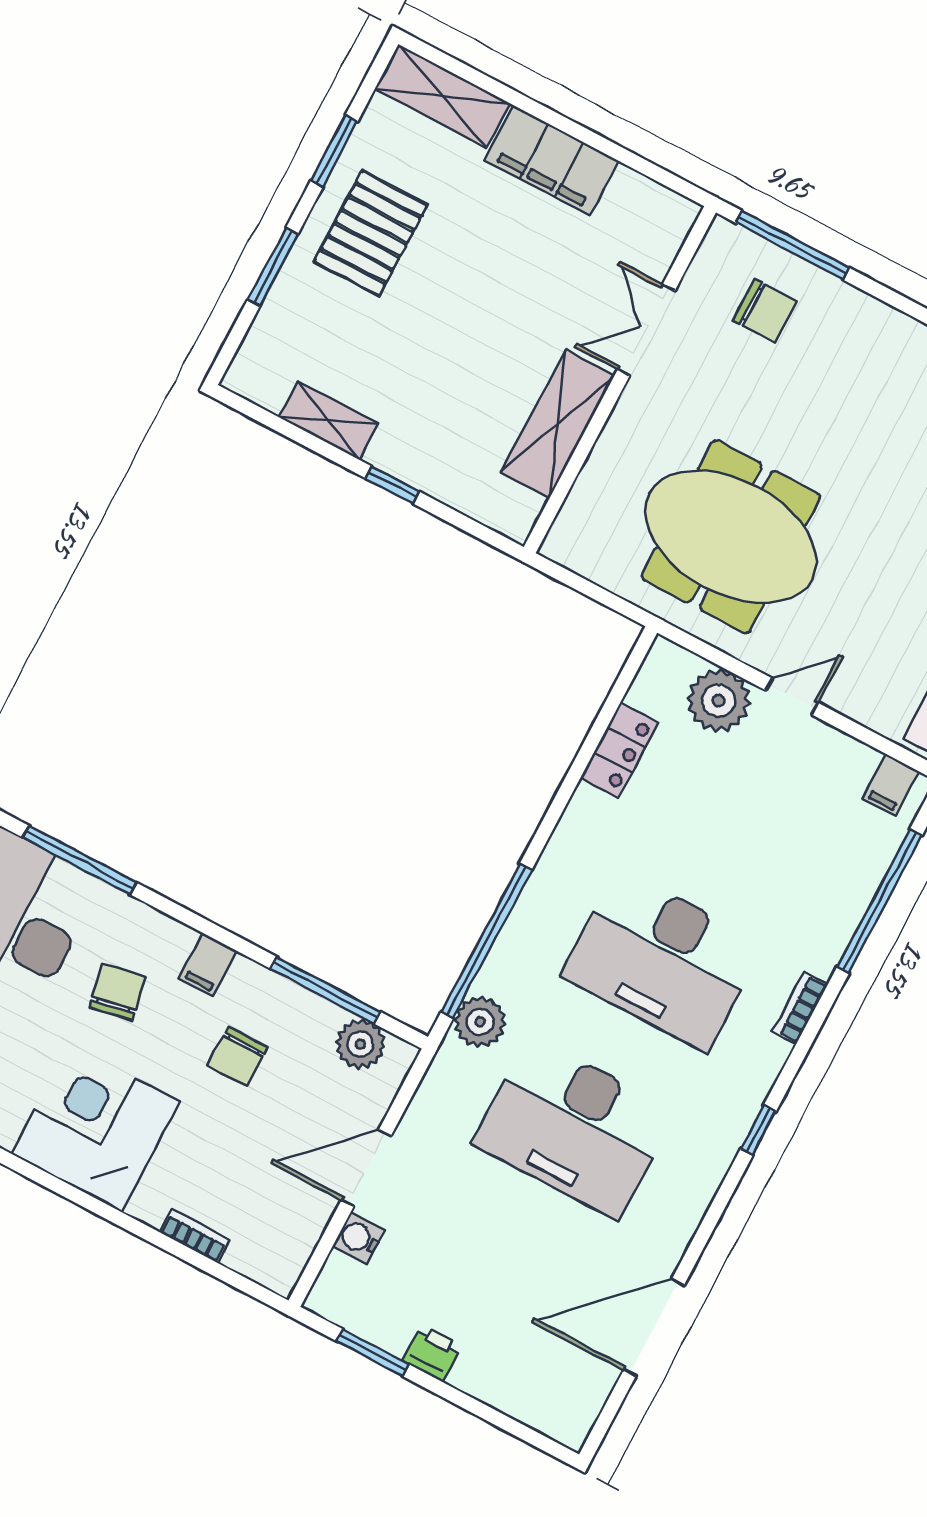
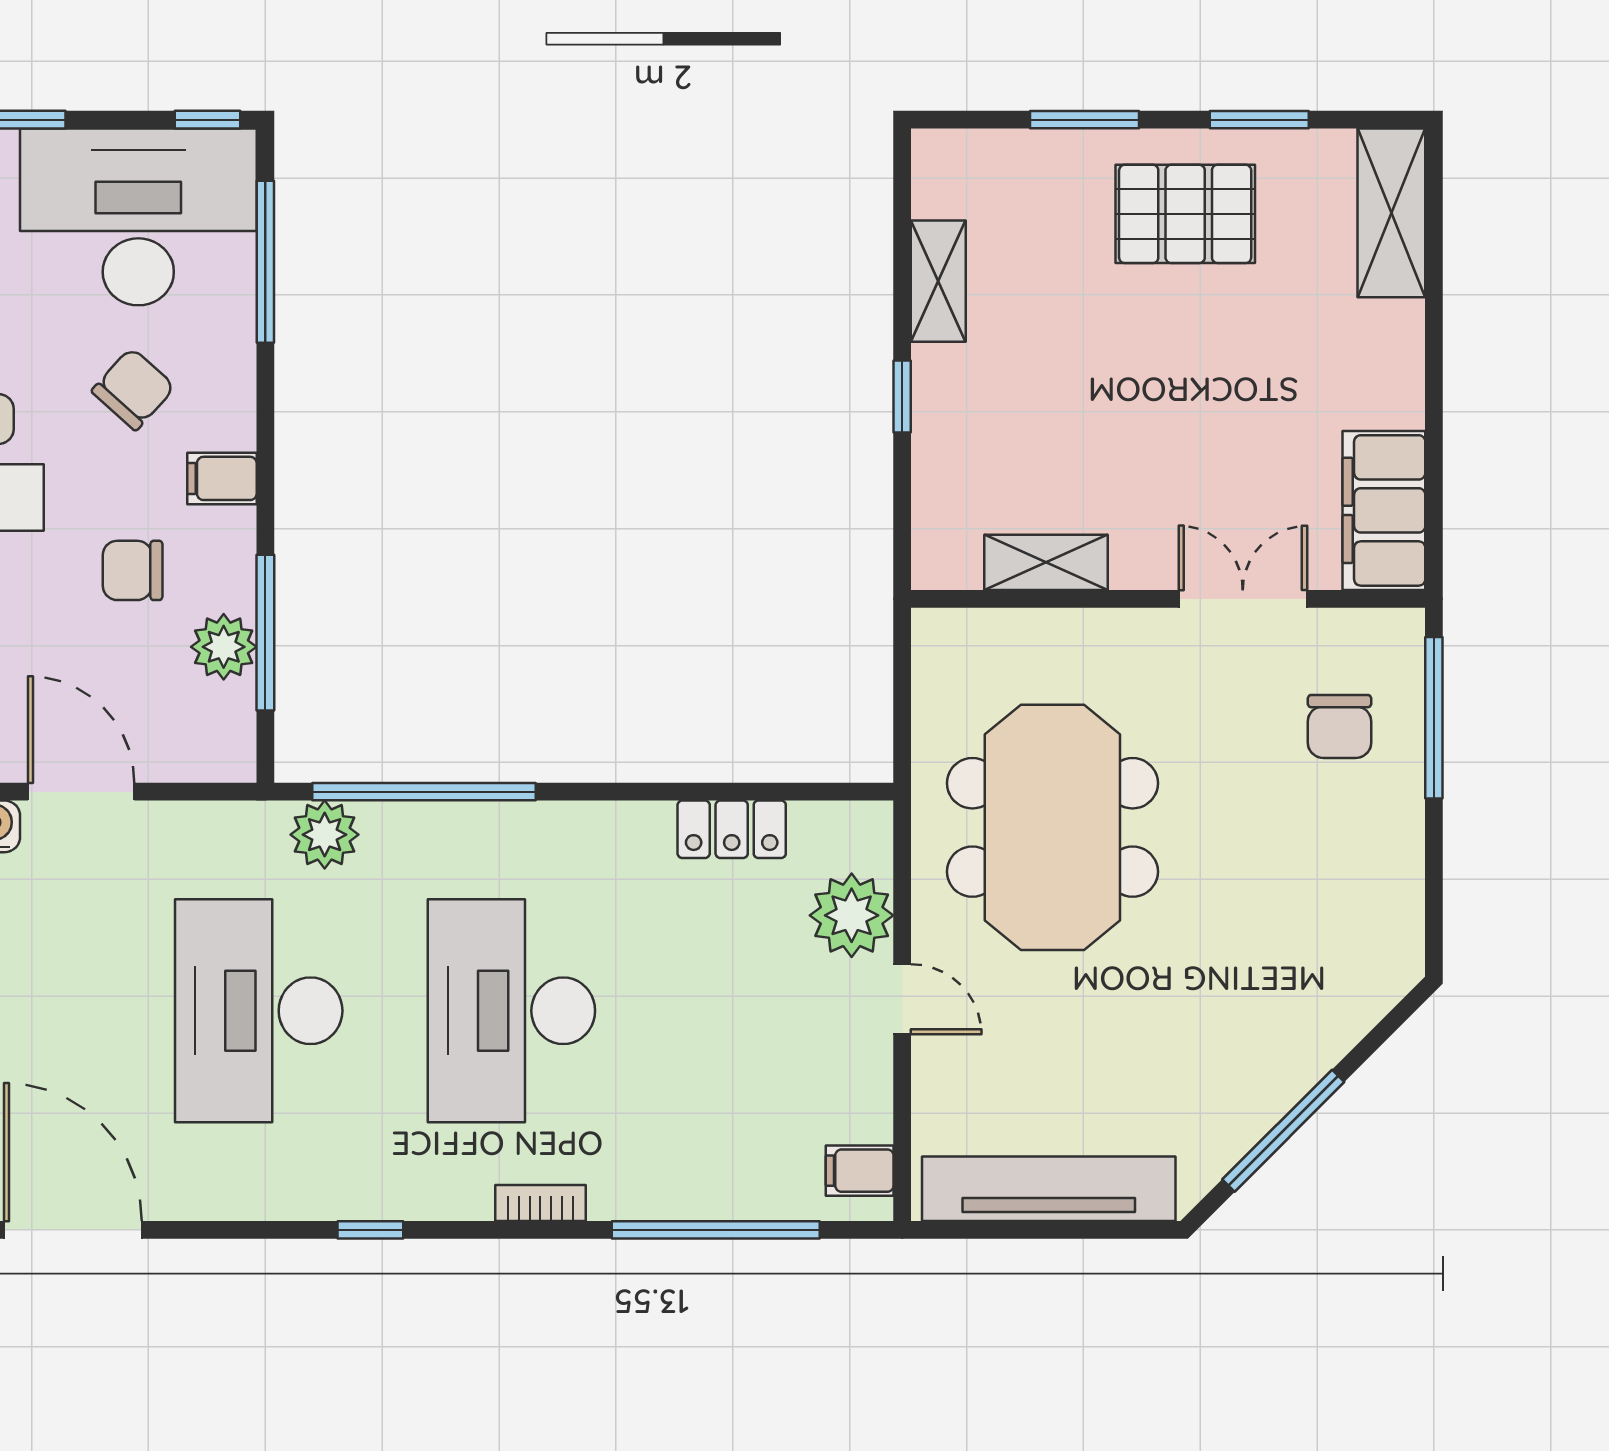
filing cabinet: (552, 160) -> (1384, 510), moved
shelving: (557, 424) -> (1046, 562), width x0.67, depth x0.75
chair: (117, 992) -> (133, 389), turned -37
plant: (360, 1044) -> (224, 647), moved

